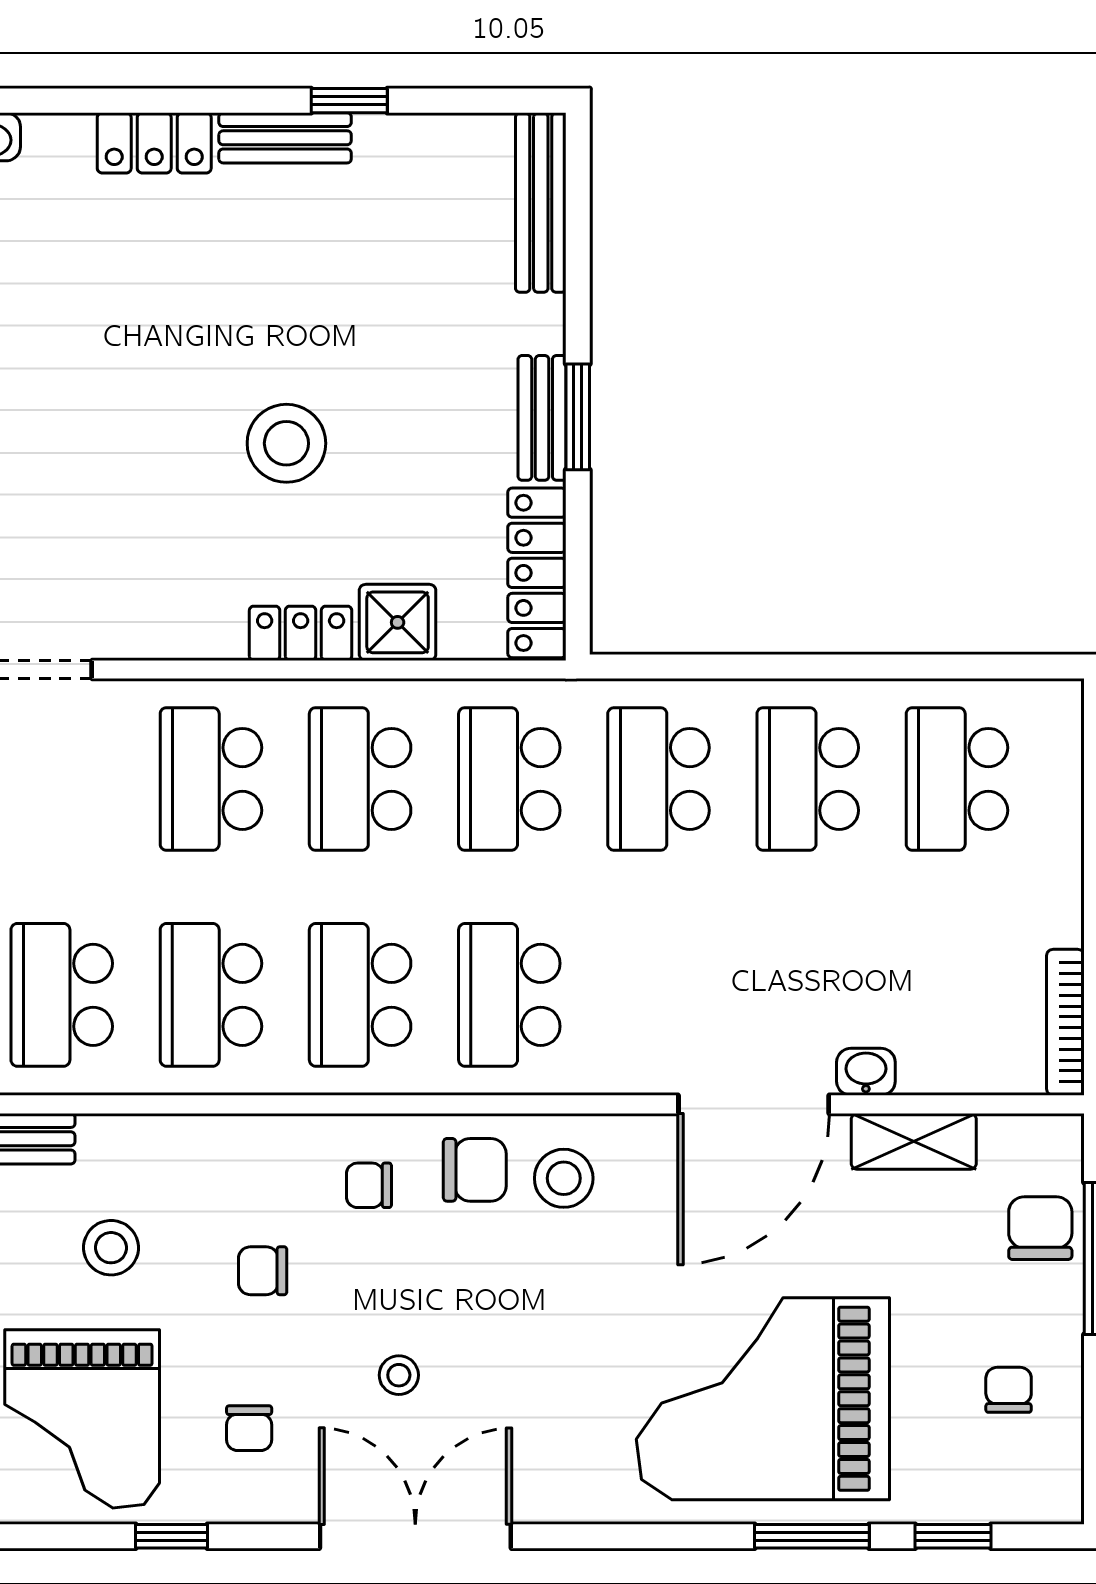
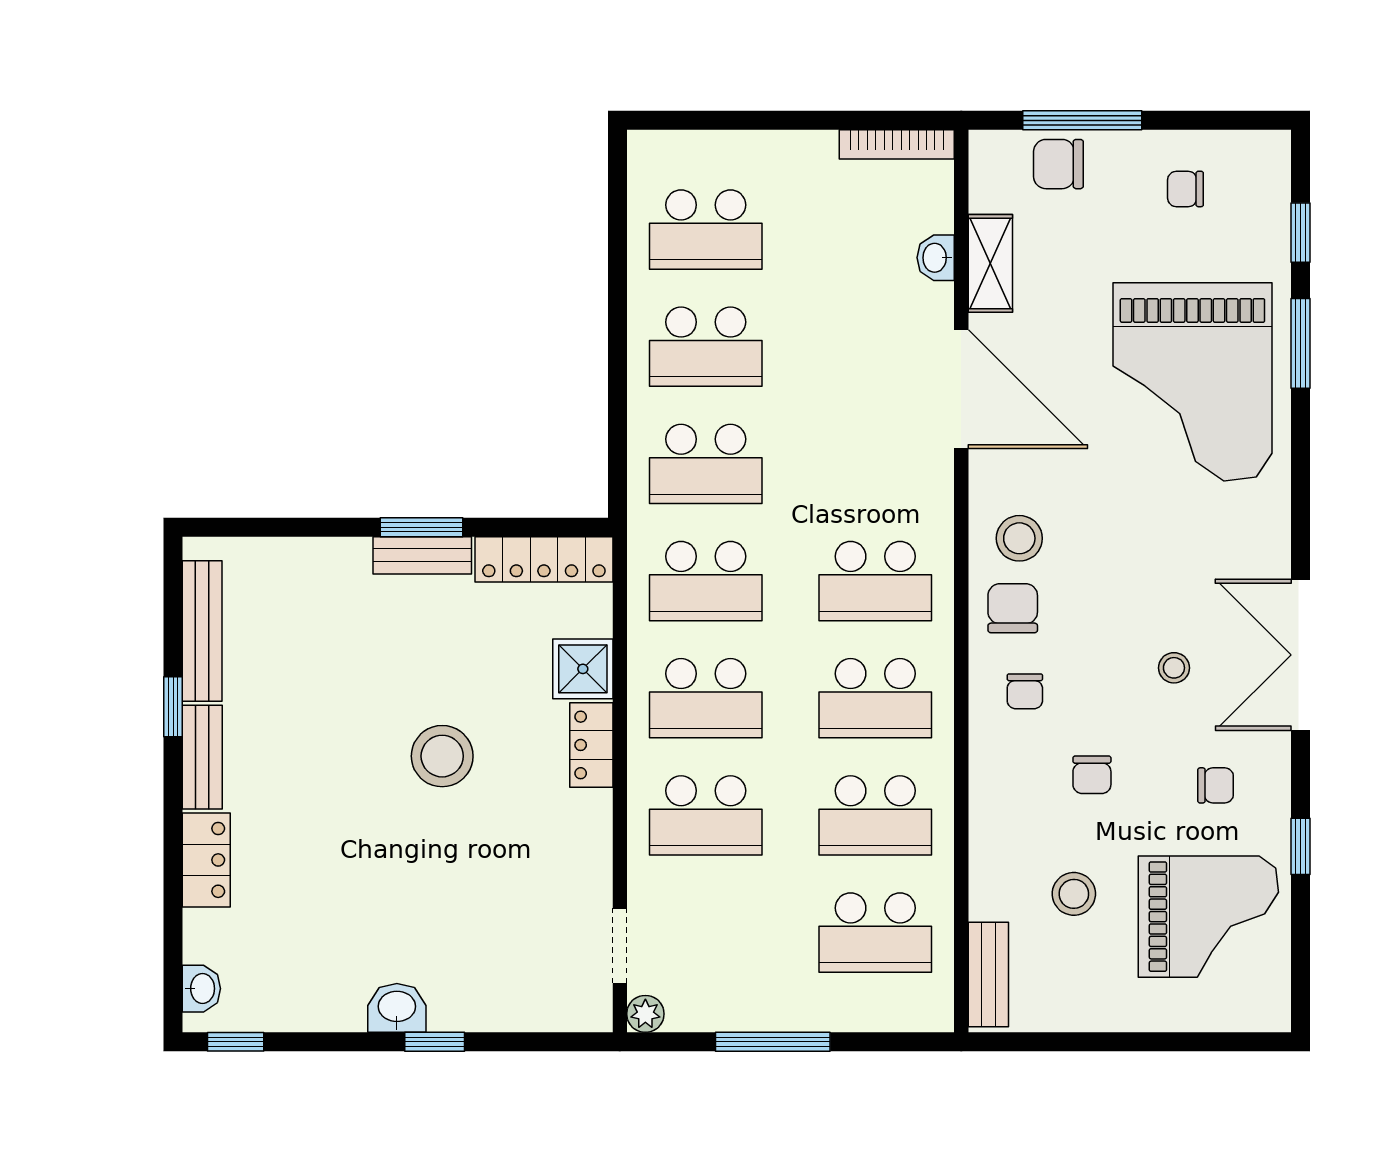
bench: (541, 203) -> (202, 631), moved, turned 90
washbasin: (866, 1072) -> (936, 258), moved

